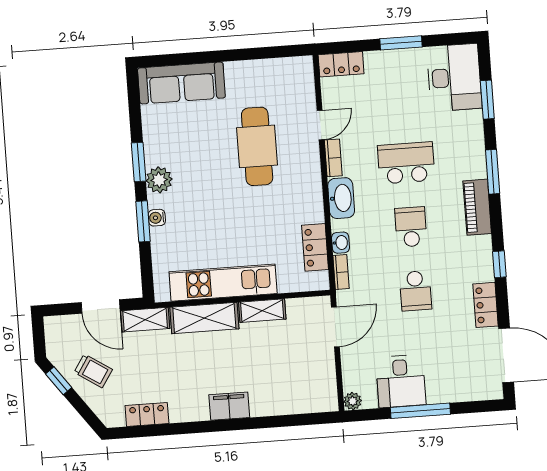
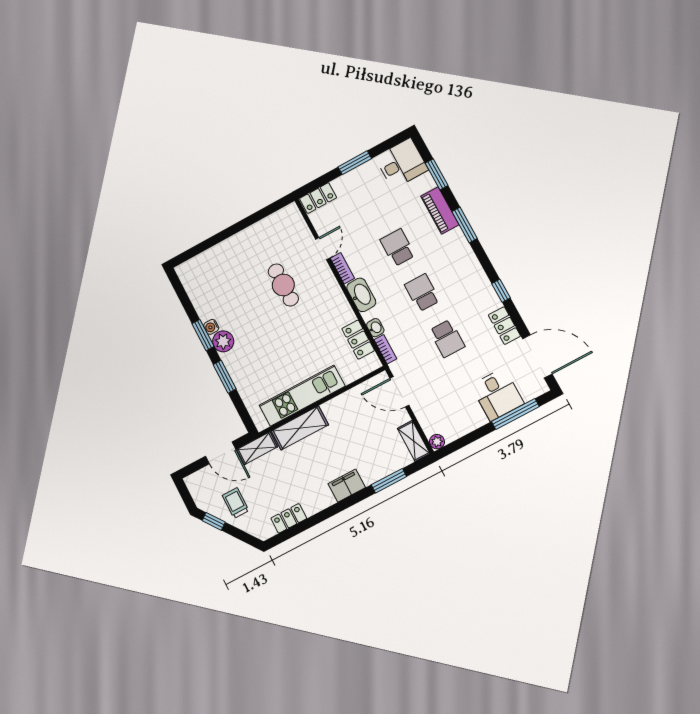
desk: (454, 77) -> (402, 163), width x0.73
sofa: (181, 83) -> (209, 264), removed
cafe table: (257, 146) -> (283, 285), width x0.73, depth x0.74
school desk: (406, 163) -> (398, 248), width x0.54
piano: (477, 207) -> (440, 210), moved
water cooler: (157, 218) -> (211, 327), moved
shelving: (262, 311) -> (414, 441), moved, turned 90
door: (335, 327) -> (399, 392), swing flipped
trolley: (93, 371) -> (236, 503), turned -123
desk: (401, 381) -> (497, 394), moved
window: (420, 411) -> (515, 414), moved
window: (279, 421) -> (389, 481), added

